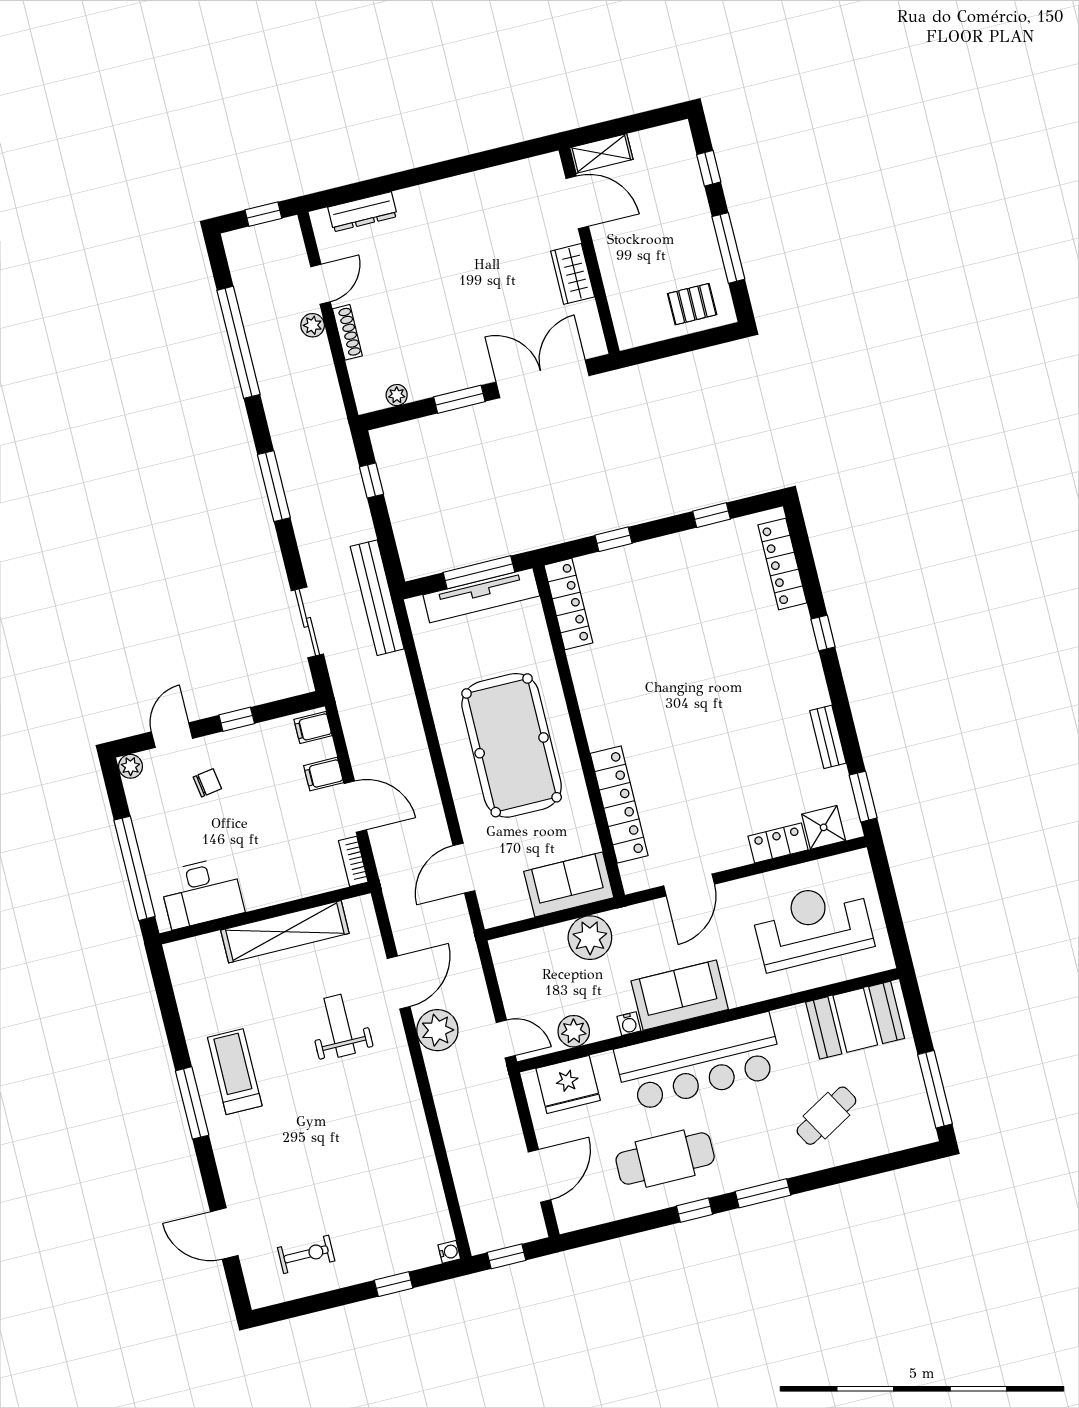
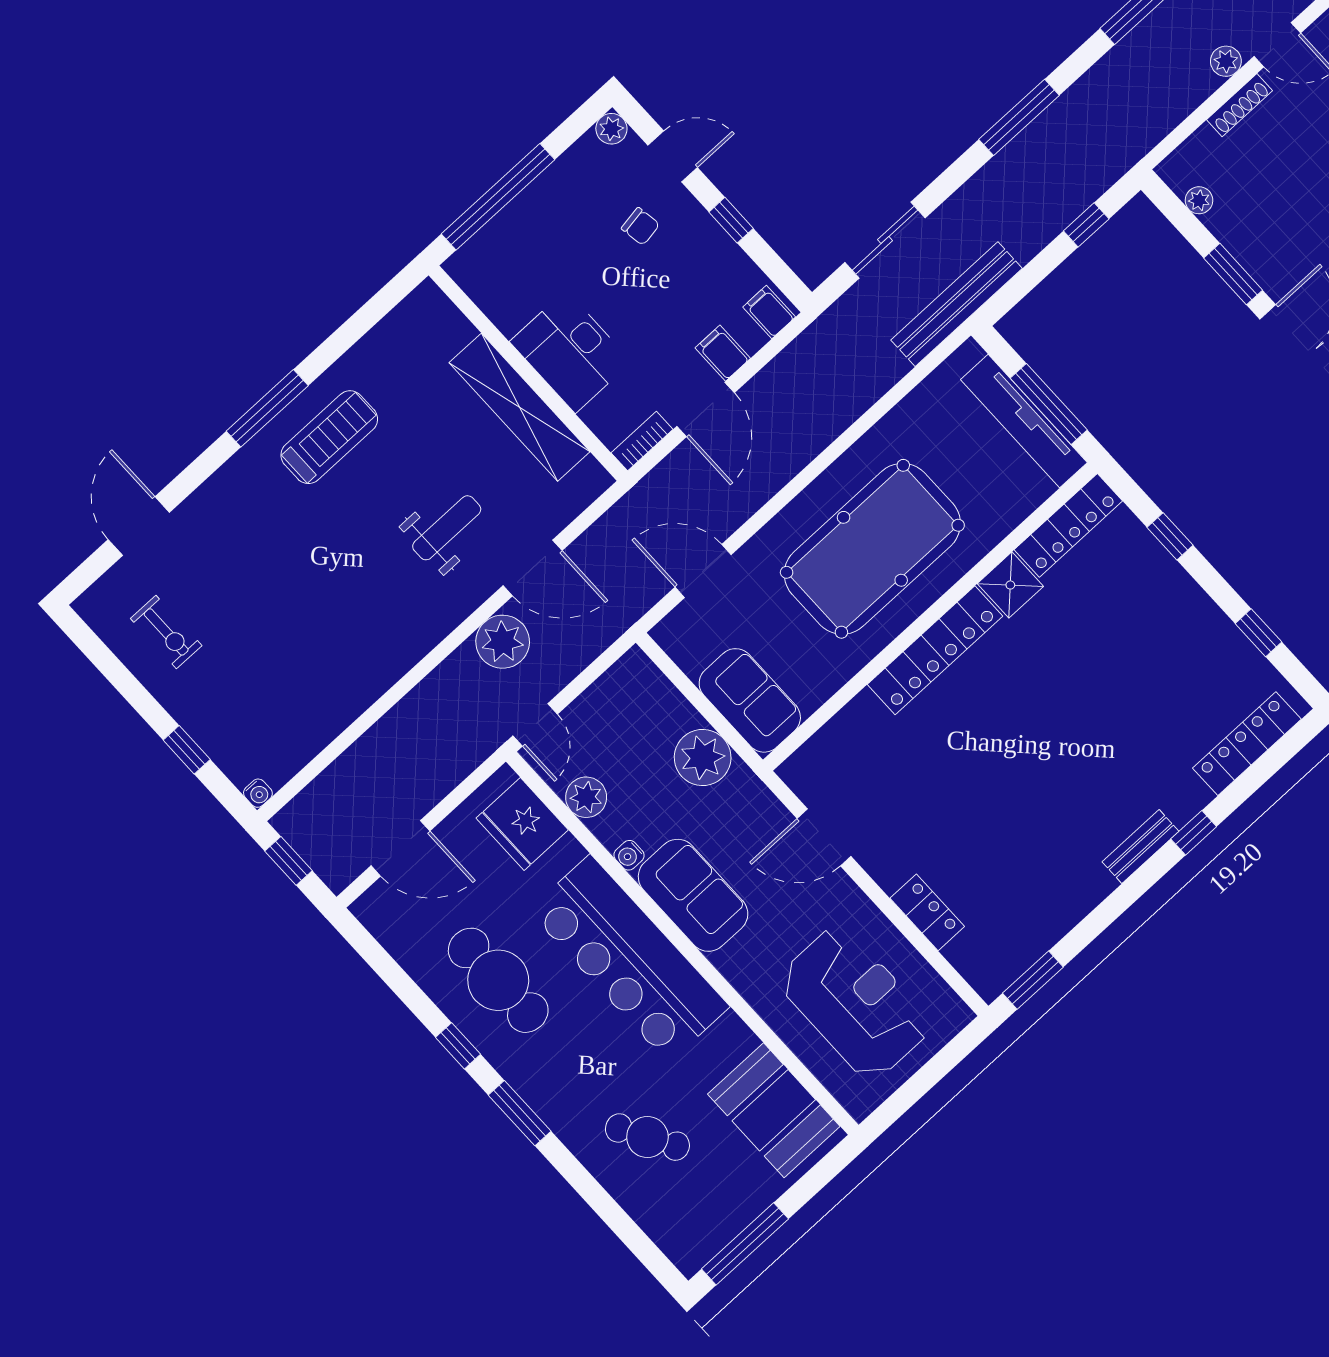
bench: (828, 737) -> (1140, 847), moved
locker: (619, 804) -> (935, 650), moved
shower: (824, 827) -> (1010, 585), moved
desk: (202, 893) -> (571, 352), moved

